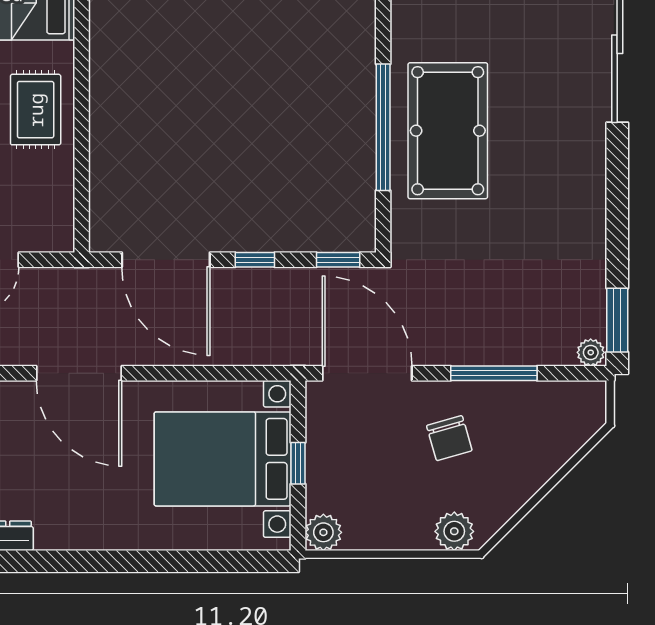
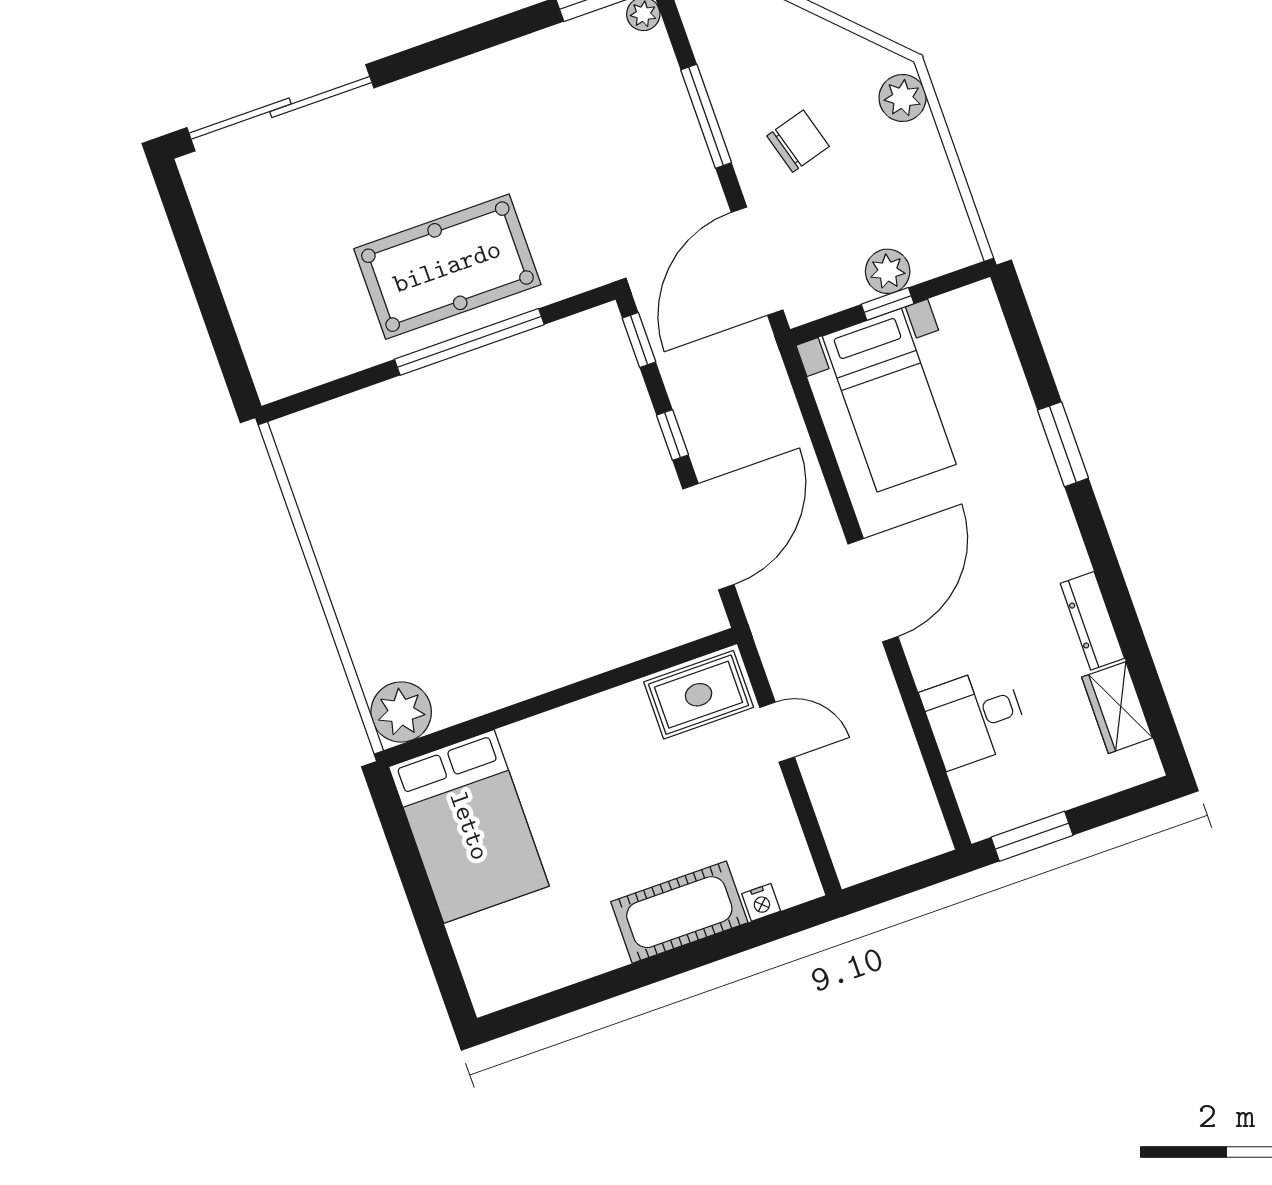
rug: (36, 110) -> (699, 695), moved
bed with nightstands: (223, 459) -> (889, 400), width x0.73
plant: (323, 532) -> (888, 271), moved
window: (141, 561) -> (1063, 444), added

